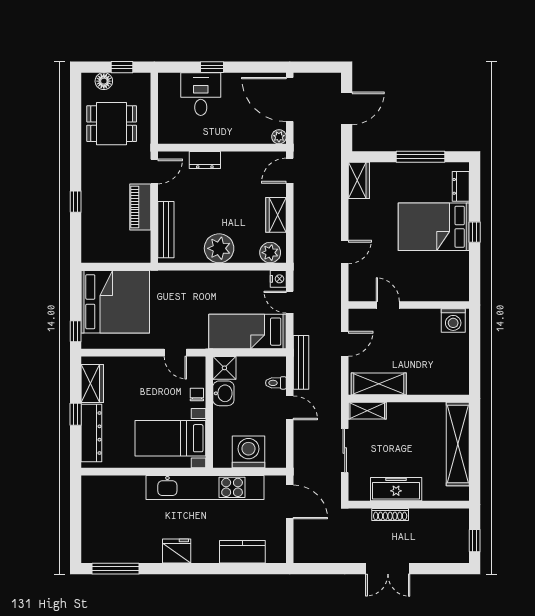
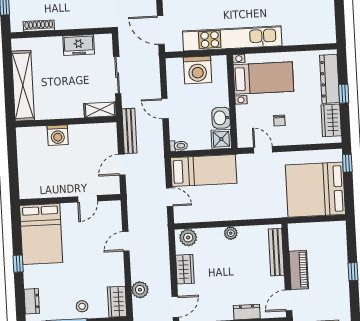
stool: (401, 177) -> (82, 306), added
plant: (331, 193) -> (140, 290), added
bed: (434, 227) -> (41, 234), moved, turned 90
plant: (219, 248) -> (231, 233), width x0.53, depth x0.53
nightstand: (278, 279) -> (180, 216), removed
door: (388, 305) -> (88, 199), hinge flipped
washing machine: (453, 321) -> (58, 135), moved, turned 180
bench: (301, 362) -> (129, 131), moved
toilet: (276, 383) -> (179, 146), moved
shelving: (379, 384) -> (92, 133), removed
chair: (197, 394) -> (279, 121), moved
freezer: (396, 489) -> (79, 45), width x0.71
shoe rack: (390, 514) -> (39, 26), moved

